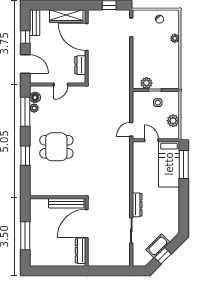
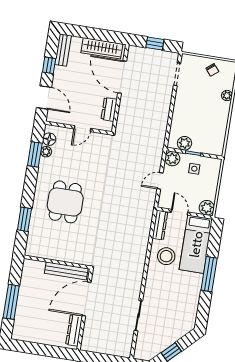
plant: (138, 97) -> (172, 159), added
window: (25, 112) -> (35, 154), width x0.69
plant: (173, 121) -> (207, 208), moved
door: (131, 129) -> (160, 181), moved
dining table: (56, 147) -> (65, 202), turned 90
window: (25, 156) -> (24, 219), moved
window: (184, 165) -> (209, 274), moved
stool: (146, 178) -> (166, 256), added
dresser: (137, 205) -> (160, 225), moved
cot: (158, 246) -> (167, 339), removed

